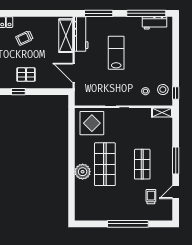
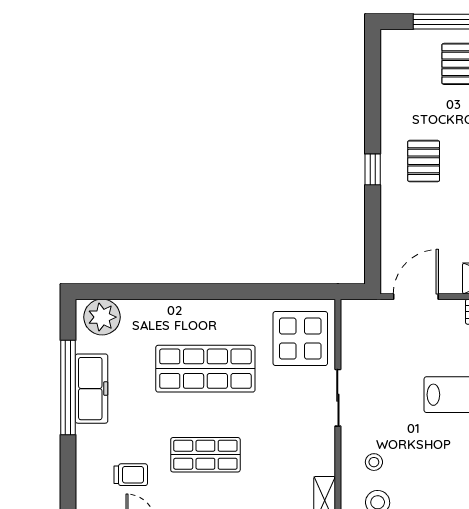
pallet: (26, 75) -> (424, 161), moved
plant: (83, 172) -> (102, 317), moved
freezer: (114, 214) -> (92, 389), added
window: (128, 224) -> (68, 388), moved

